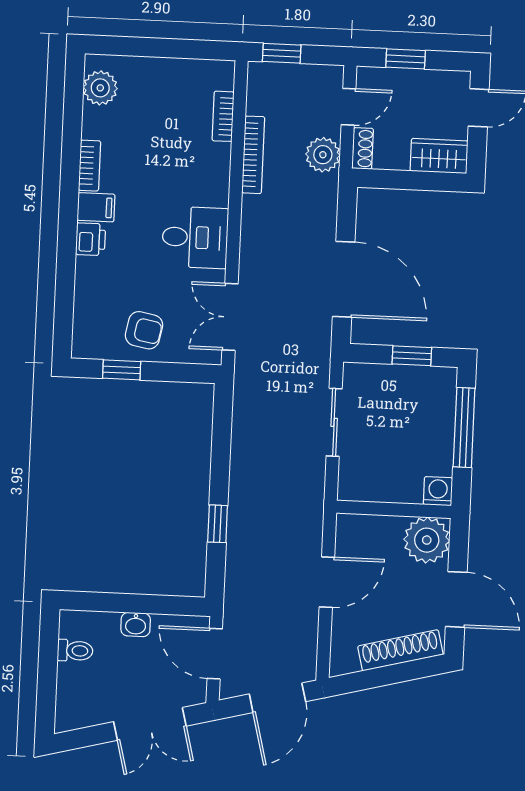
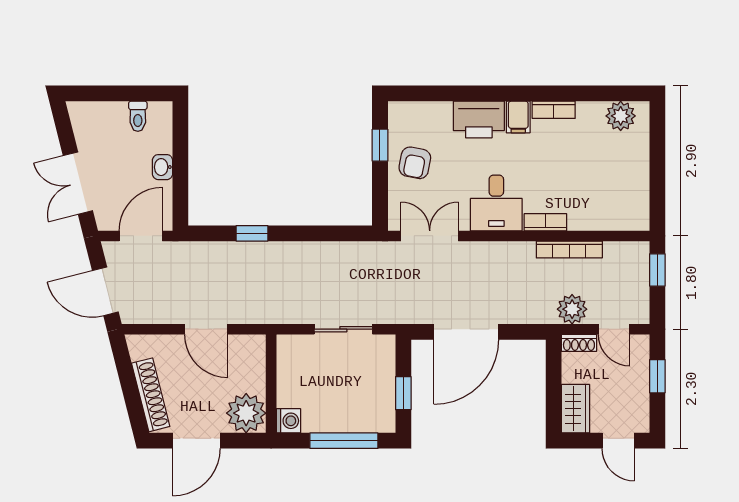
bookcase: (223, 116) -> (545, 222), moved
printer: (91, 239) -> (479, 120), width x1.87, depth x1.48

